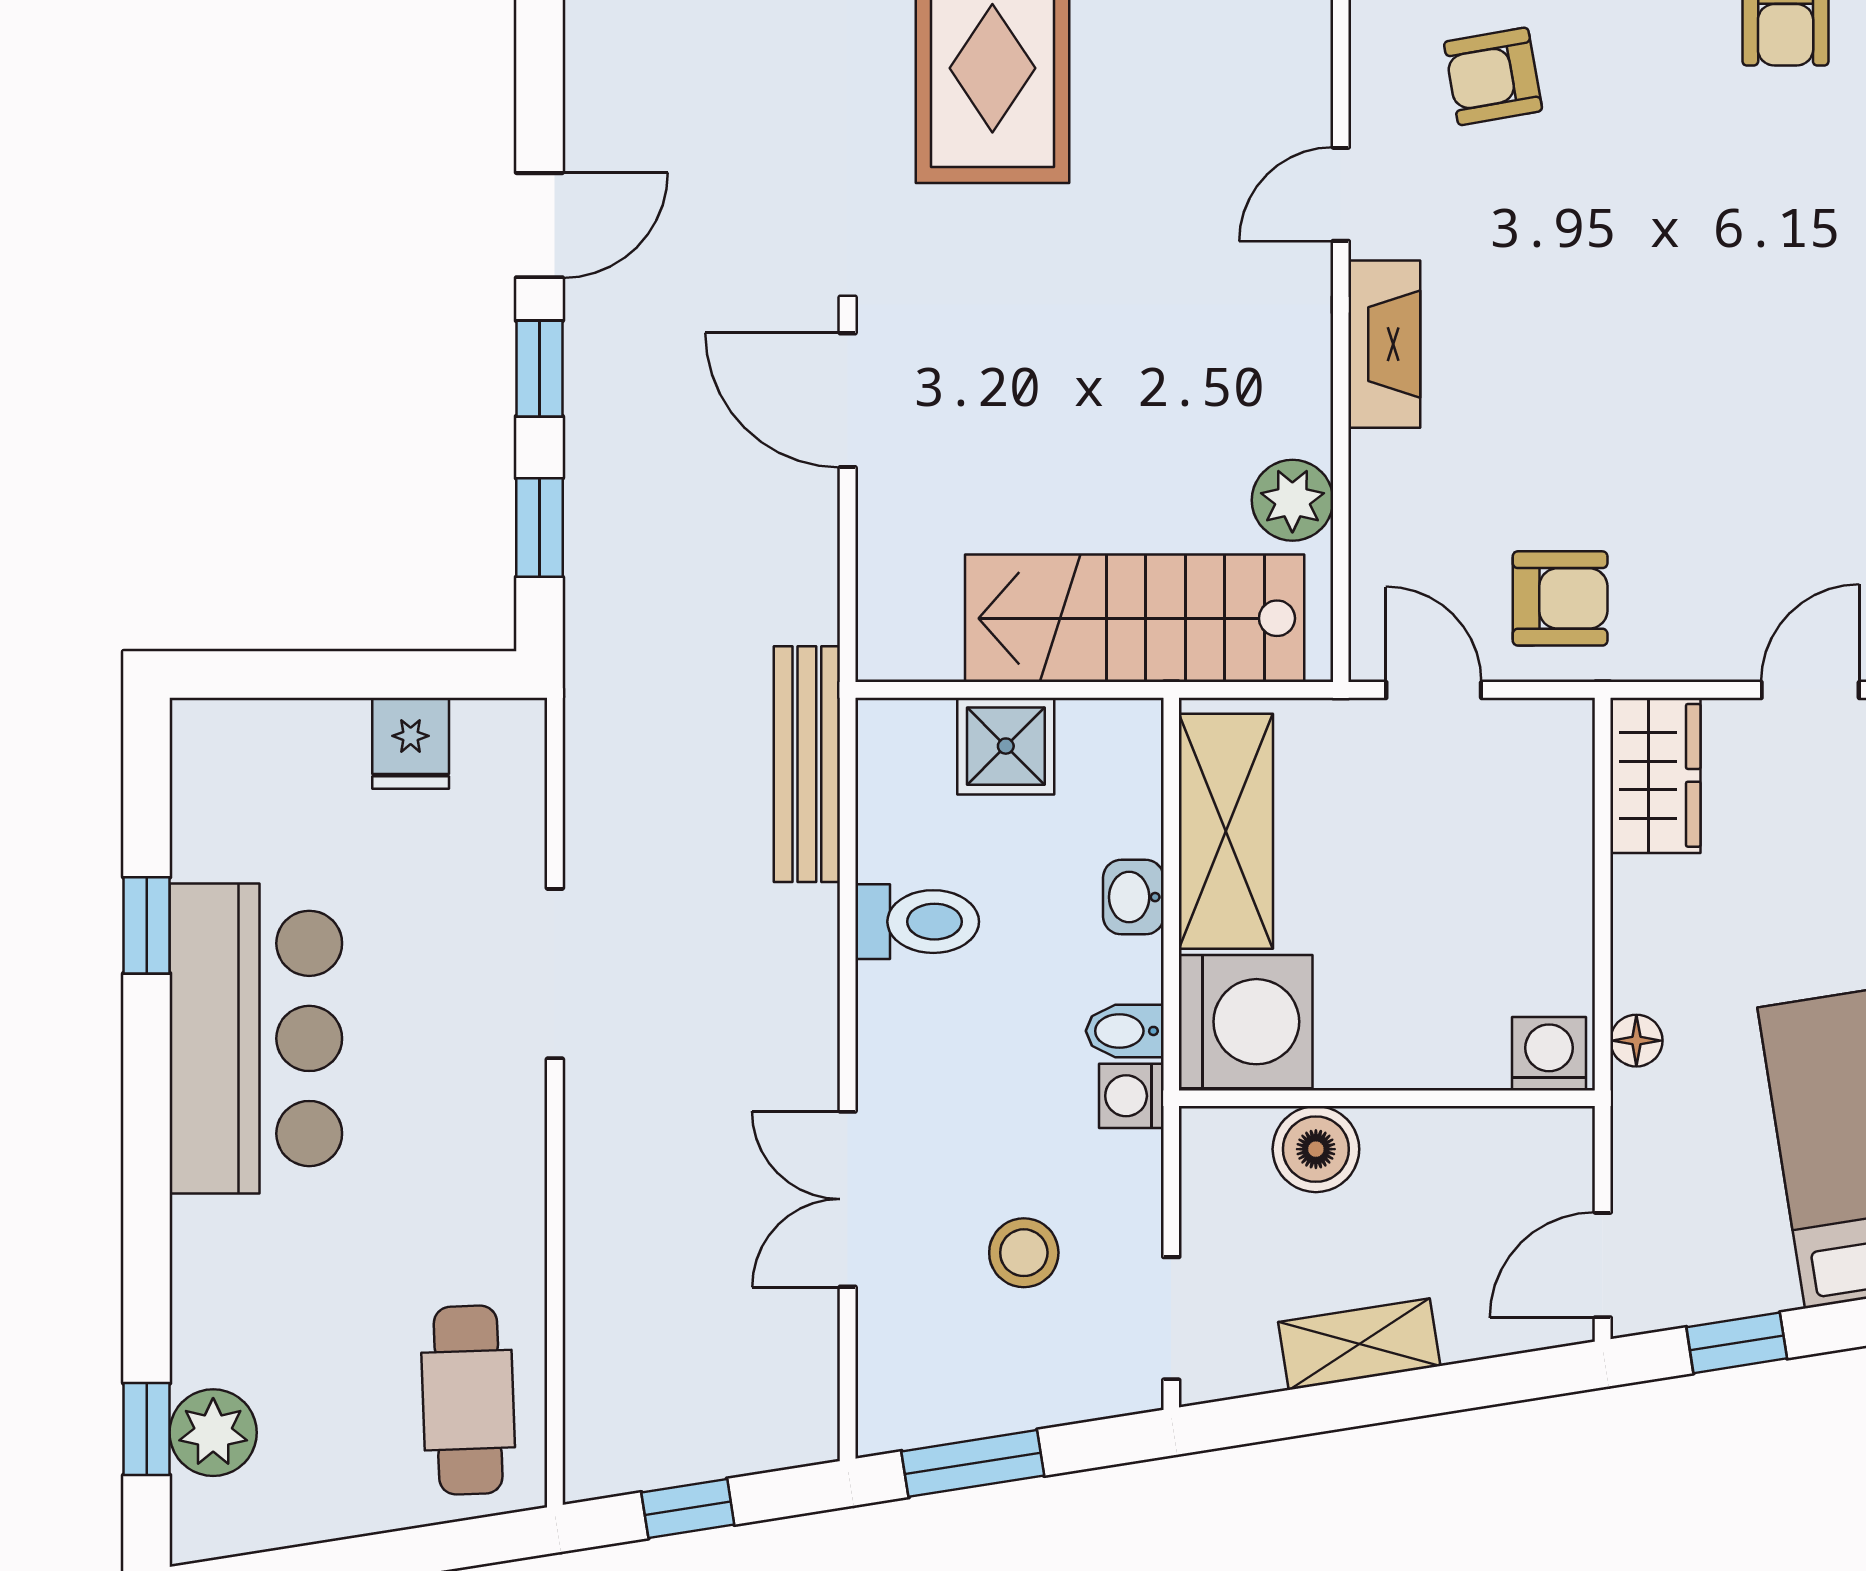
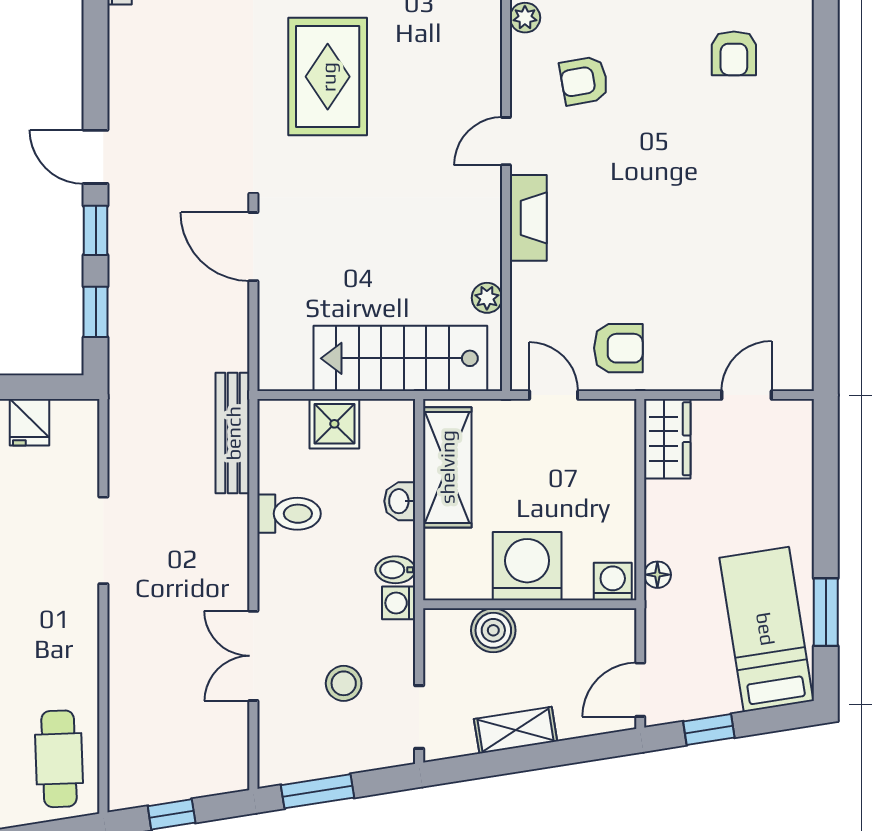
door: (539, 225) -> (96, 157), swing flipped
plant: (1292, 500) -> (487, 298), width x0.73, depth x0.73
washing machine: (1246, 1022) -> (527, 566), moved, turned -90

